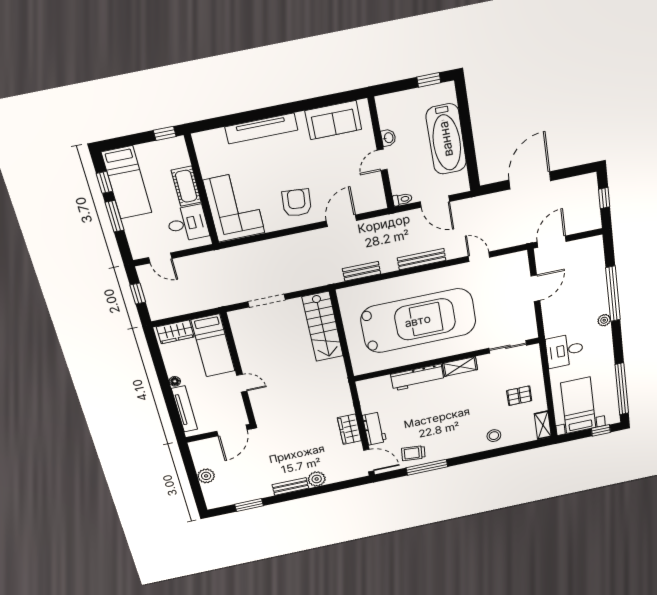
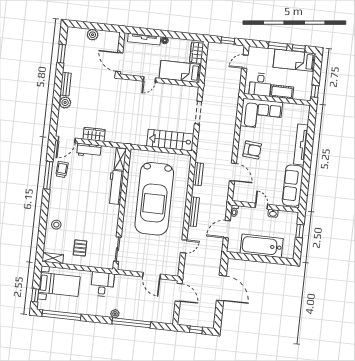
window: (429, 80) -> (300, 231), moved
sofa: (333, 120) -> (293, 186), width x1.36
shelving: (460, 367) -> (120, 159), moved

